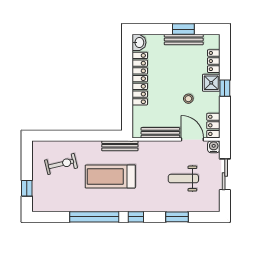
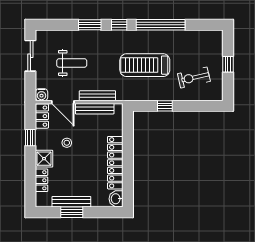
window: (225, 88) -> (30, 138), moved
window: (90, 136) -> (165, 106), added
bench: (120, 146) -> (97, 96), moved
sliding door: (225, 174) -> (30, 56), moved
treadmill: (110, 177) -> (145, 65), turned 180
window: (27, 188) -> (228, 64), moved
window: (177, 217) -> (90, 25), moved

